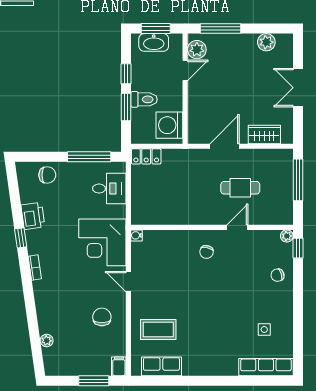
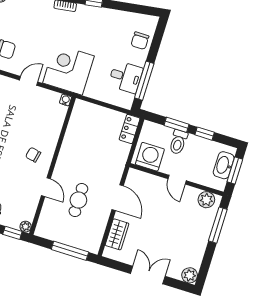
plant: (266, 42) -> (190, 275), moved
door: (185, 70) -> (177, 180), moved
desk: (109, 189) -> (126, 77), moved, turned -90
printer: (33, 216) -> (109, 18), removed

